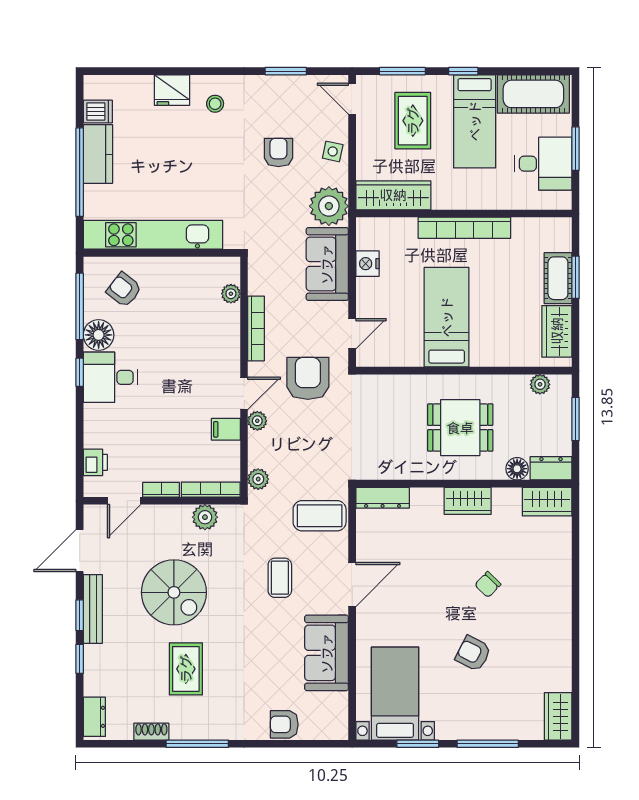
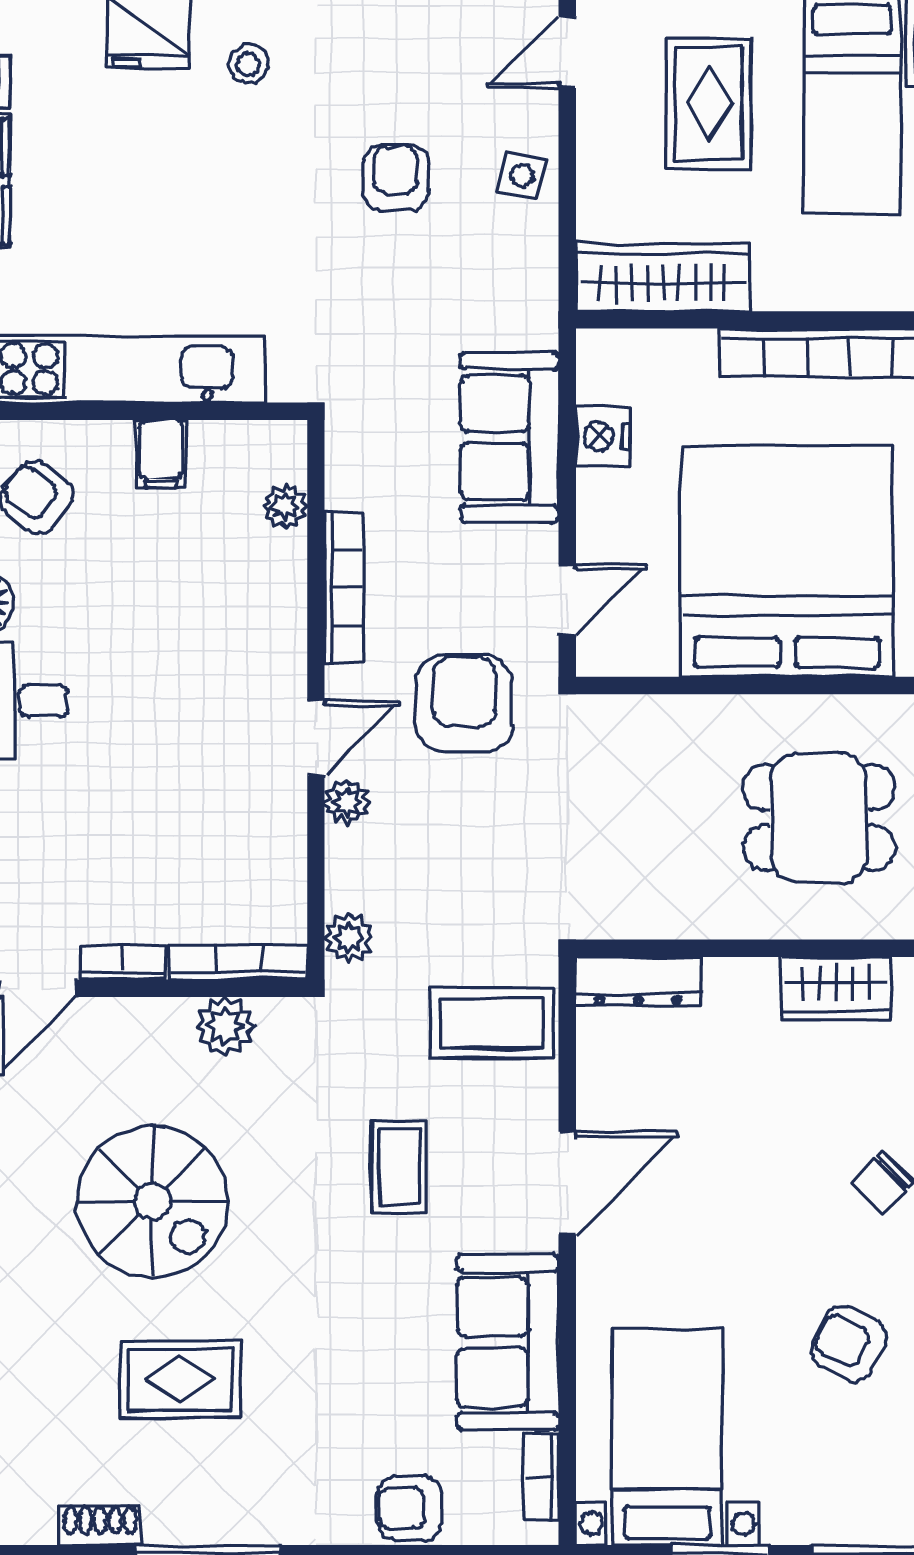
door: (352, 99) -> (567, 52), hinge flipped
plant: (329, 206) -> (513, 302), removed
bed: (447, 317) -> (787, 561), width x2.04
filing cabinet: (226, 429) -> (161, 454), moved, turned -90
rug: (186, 669) -> (180, 1379), turned 90
bookcase: (341, 711) -> (542, 1477), added

